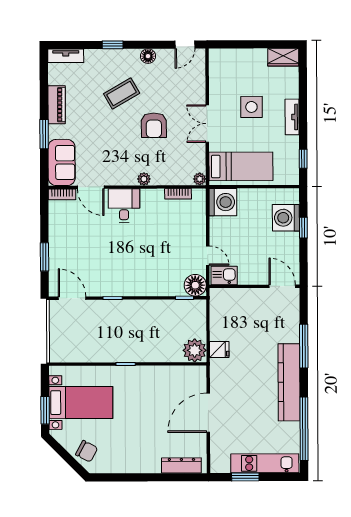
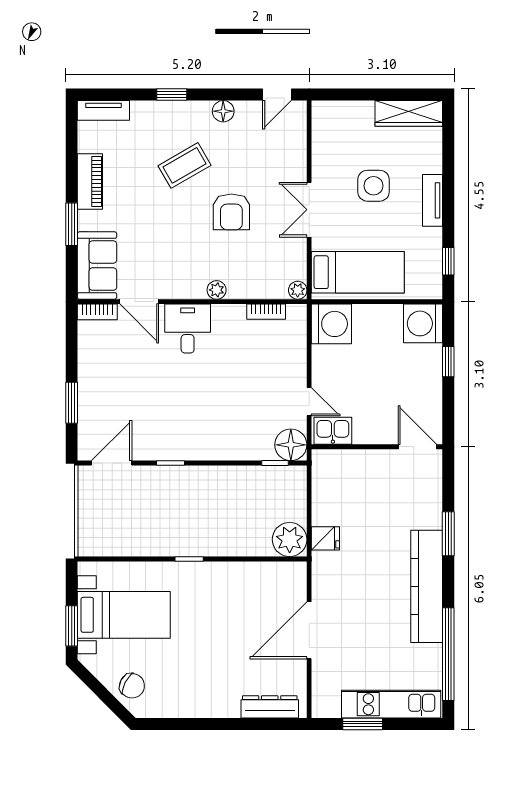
wardrobe: (283, 57) -> (409, 113), width x1.50
washing machine: (286, 218) -> (423, 323), moved
door: (72, 298) -> (112, 463), hinge flipped
window: (304, 346) -> (448, 534), width x0.69

